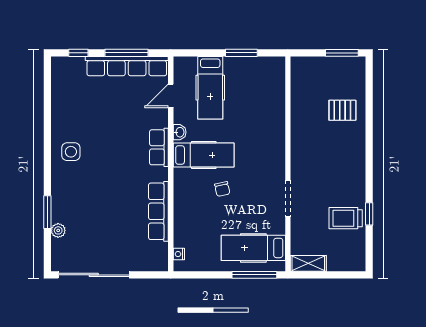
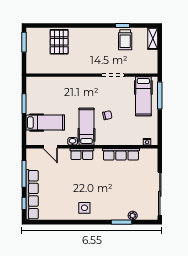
row of seats: (127, 66) -> (32, 195), moved
pallet: (342, 110) -> (59, 42), width x1.50, depth x1.42
shelving: (308, 263) -> (153, 38), moved

